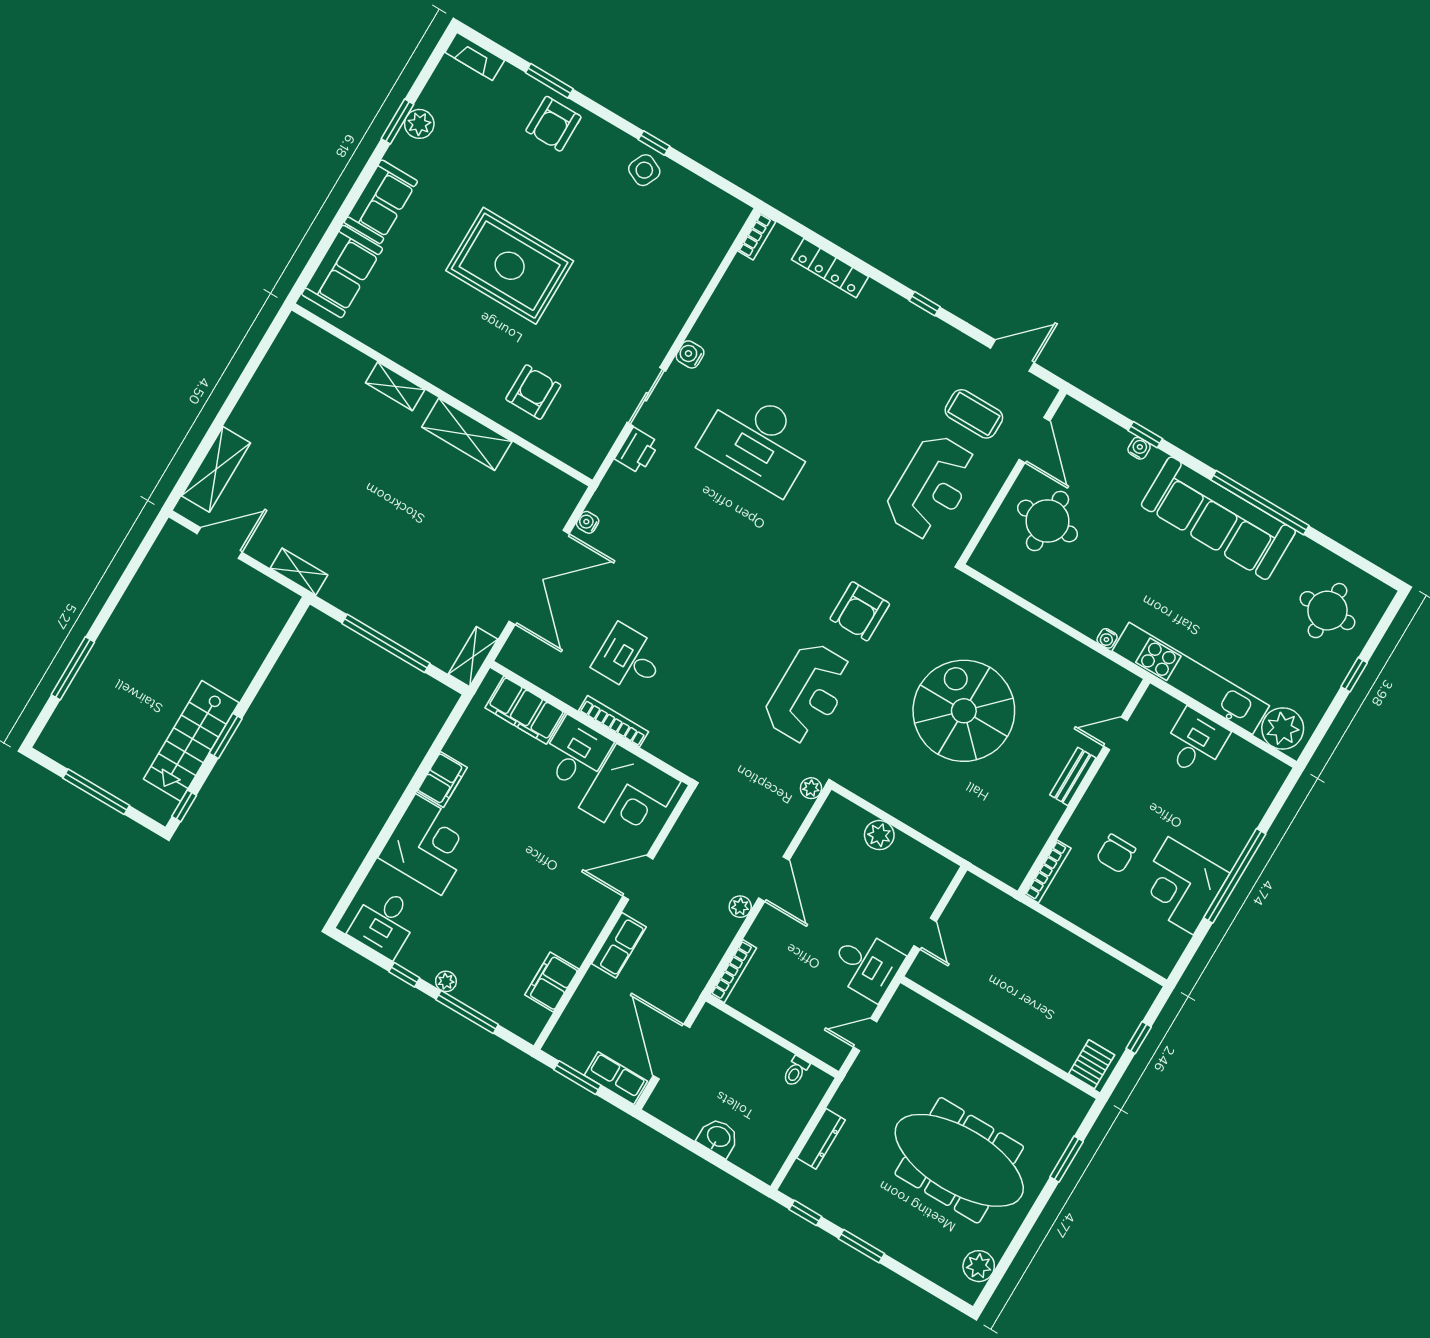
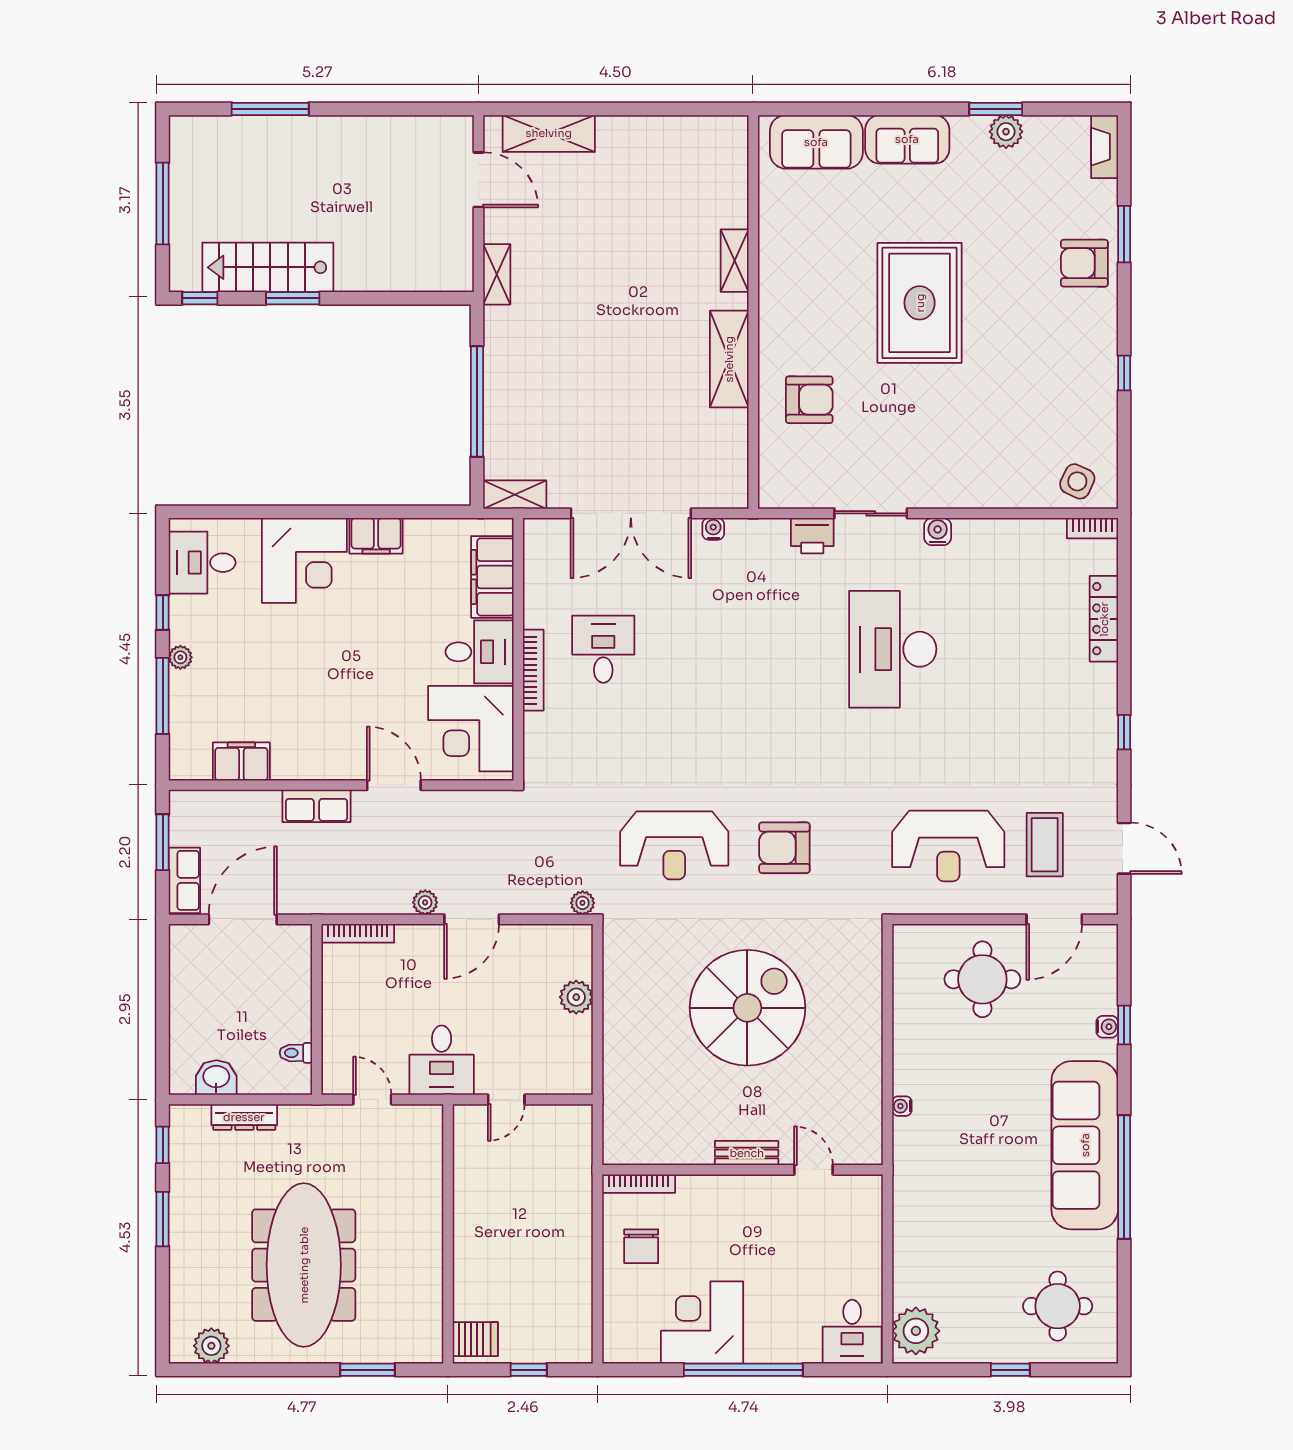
side table: (644, 170) -> (1077, 481), moved
kitchen unit: (1191, 678) -> (911, 1212), removed
desk: (1195, 743) -> (852, 1332), moved, turned 90
chair: (1116, 854) -> (641, 1246), moved, turned -90
washbasin: (718, 1137) -> (216, 1078), moved, turned -90

